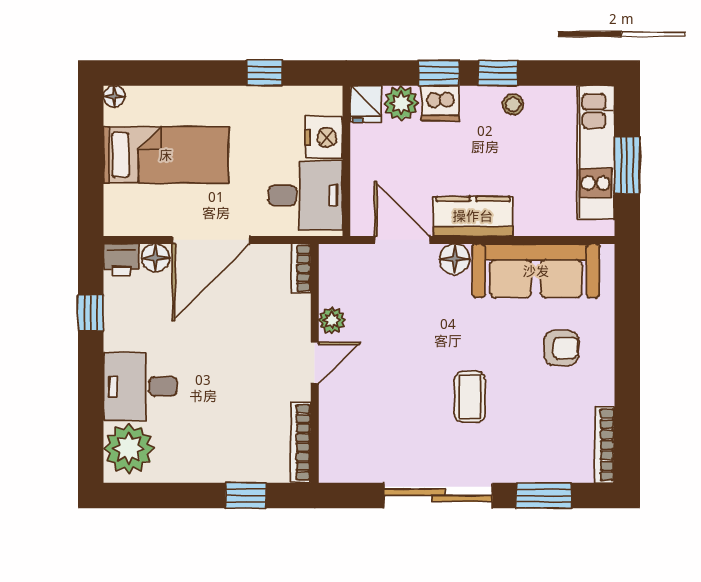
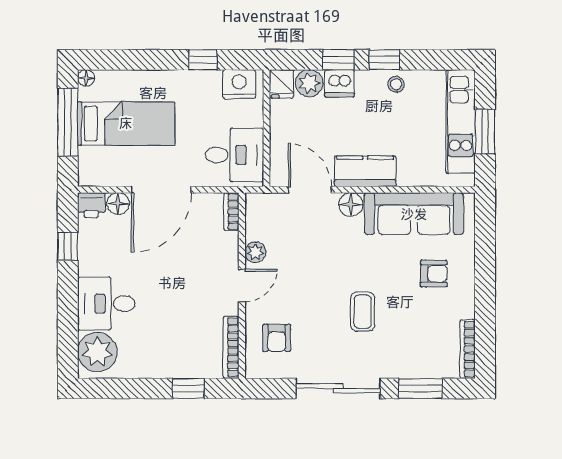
nightstand: (324, 137) -> (239, 84), moved, turned -90
window: (91, 153) -> (68, 122), added
armchair: (359, 431) -> (277, 338), added

